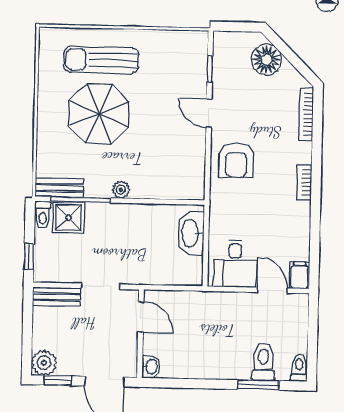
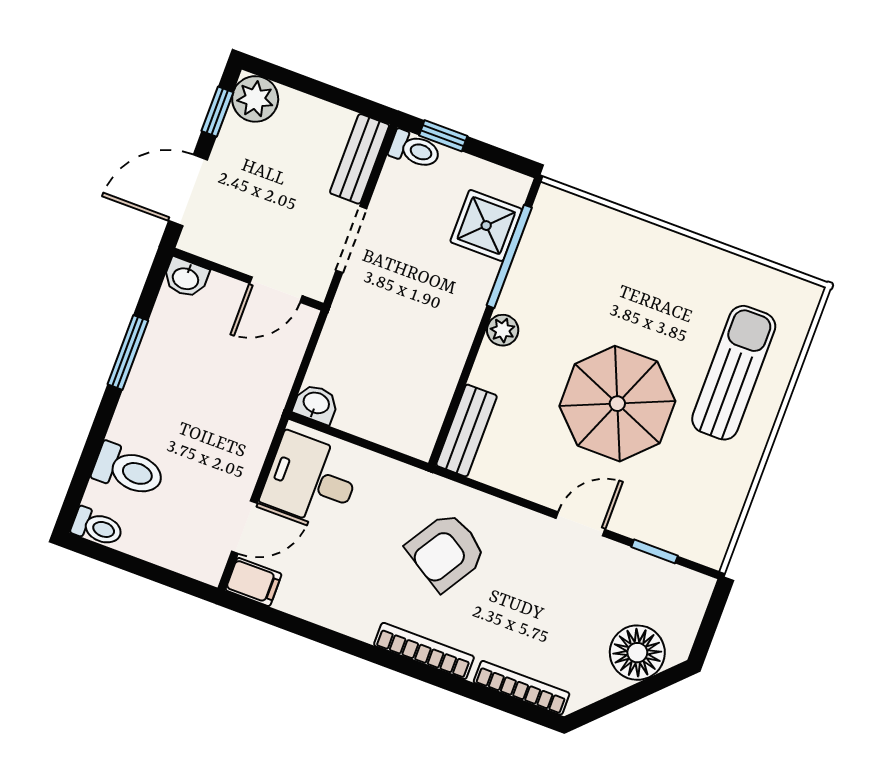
parasol: (99, 114) -> (617, 404), moved
armchair: (236, 160) -> (446, 552), moved, turned -58
bookcase: (304, 183) -> (424, 651), width x1.56
bench: (59, 188) -> (467, 431), moved
toilet: (43, 215) -> (415, 150), moved, turned 180
washbasin: (191, 233) -> (316, 404), moved, width x0.52, depth x0.69
window: (258, 385) -> (128, 352), moved

